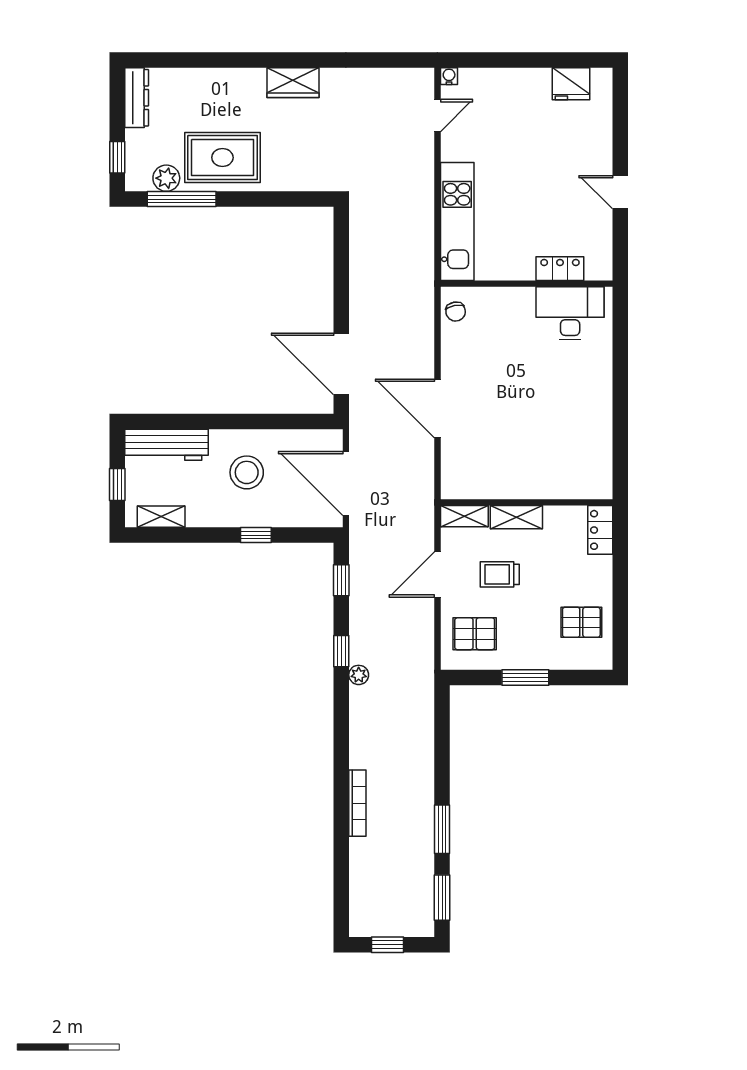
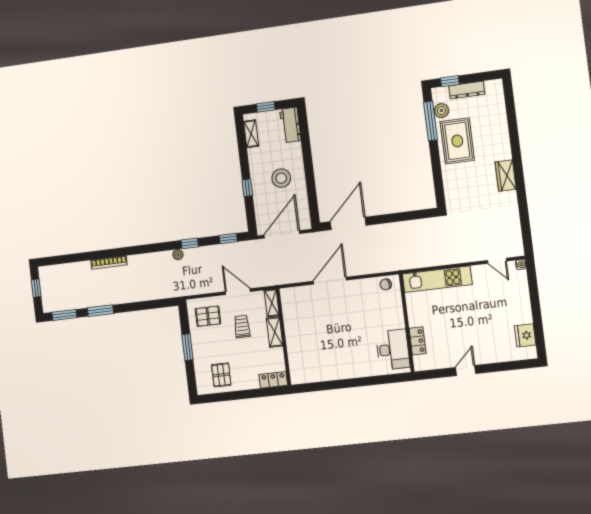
dresser: (137, 98) -> (467, 90), moved
workbench: (167, 445) -> (290, 125), width x0.73
pallet: (475, 634) -> (208, 316), turned 90

